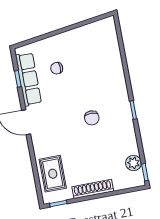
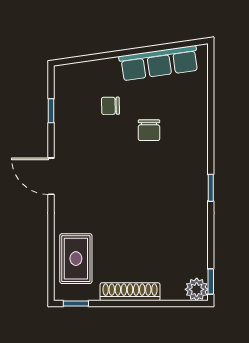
row of seats: (28, 79) -> (159, 63), moved, turned 82
chair: (92, 118) -> (149, 130), moved
plant: (133, 163) -> (197, 289), moved

